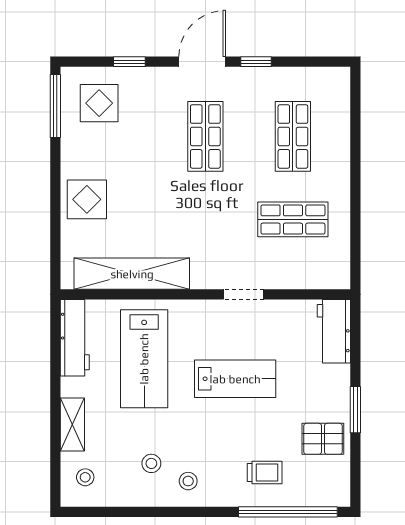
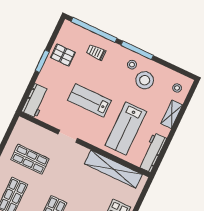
lab bench: (144, 359) -> (126, 128), turned 180
stool: (151, 463) -> (145, 80), width x1.89, depth x1.89
window: (191, 512) -> (137, 50), added

